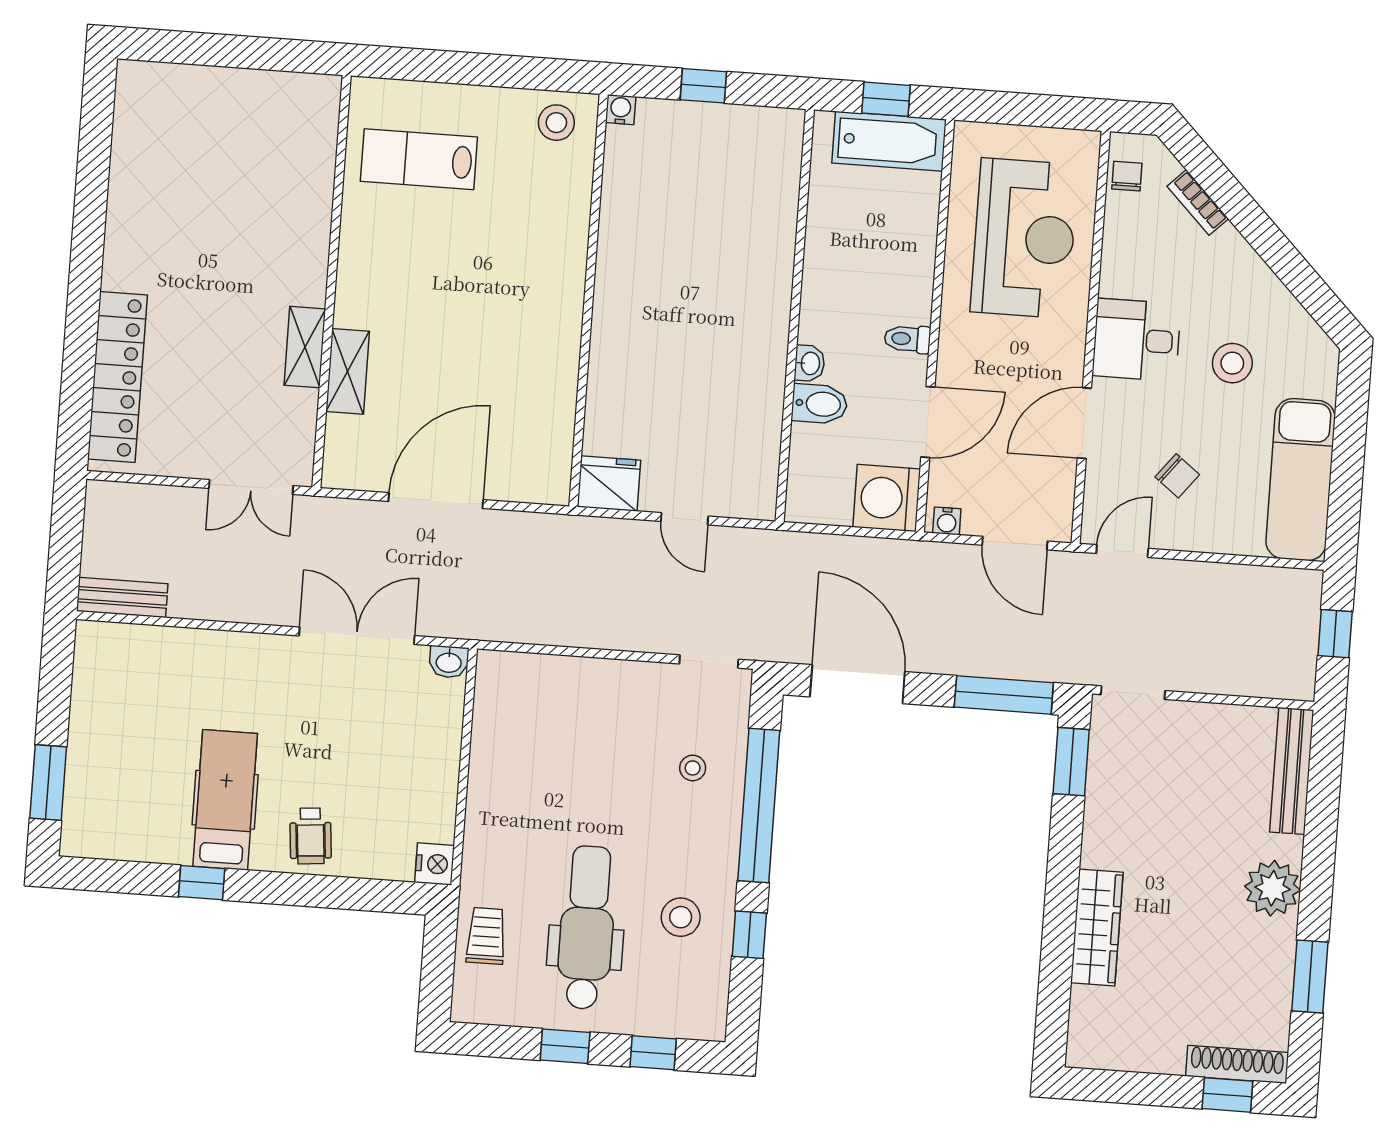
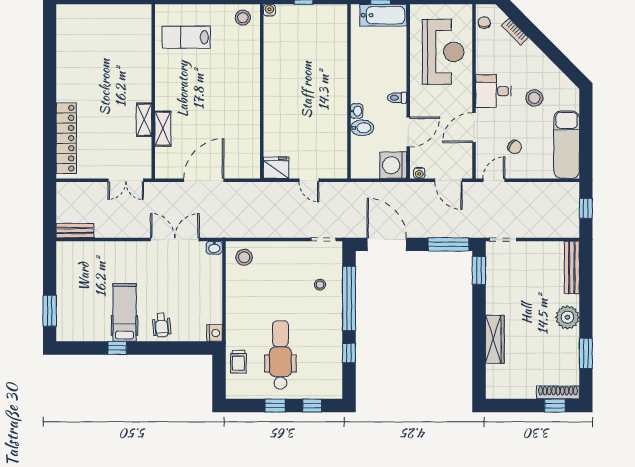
stool: (681, 917) -> (244, 257), moved
trolley: (486, 936) -> (238, 362), turned 180

